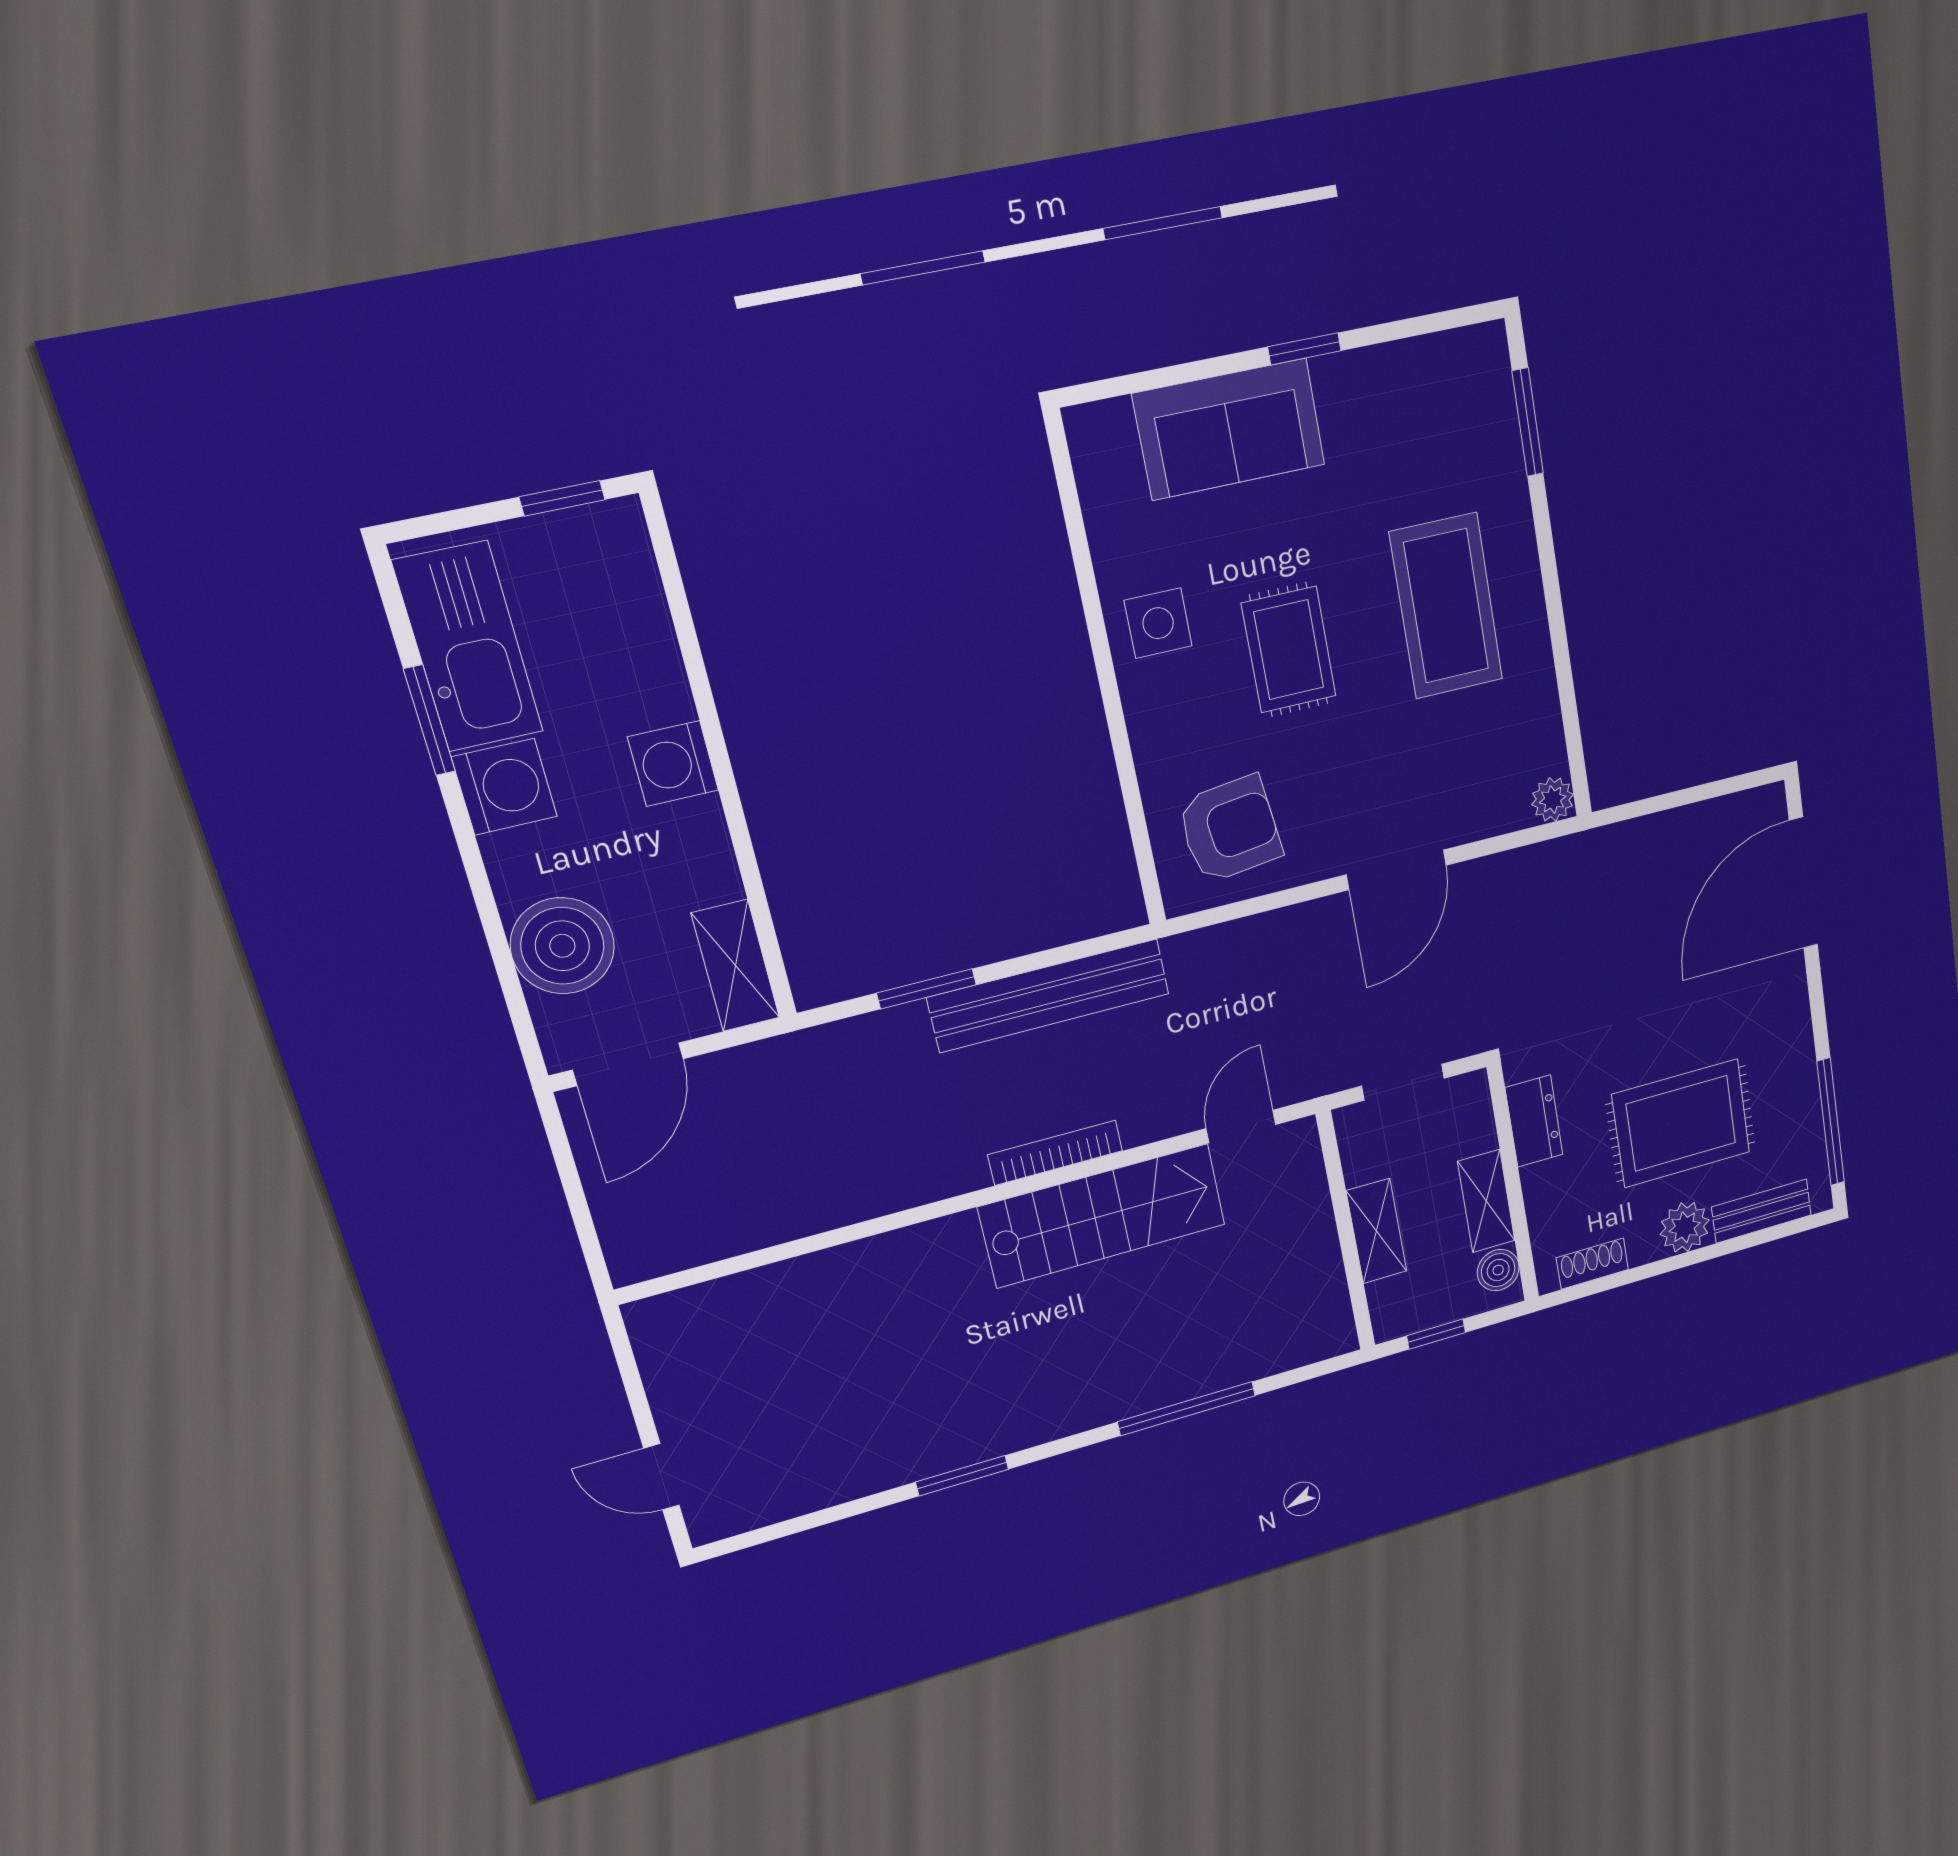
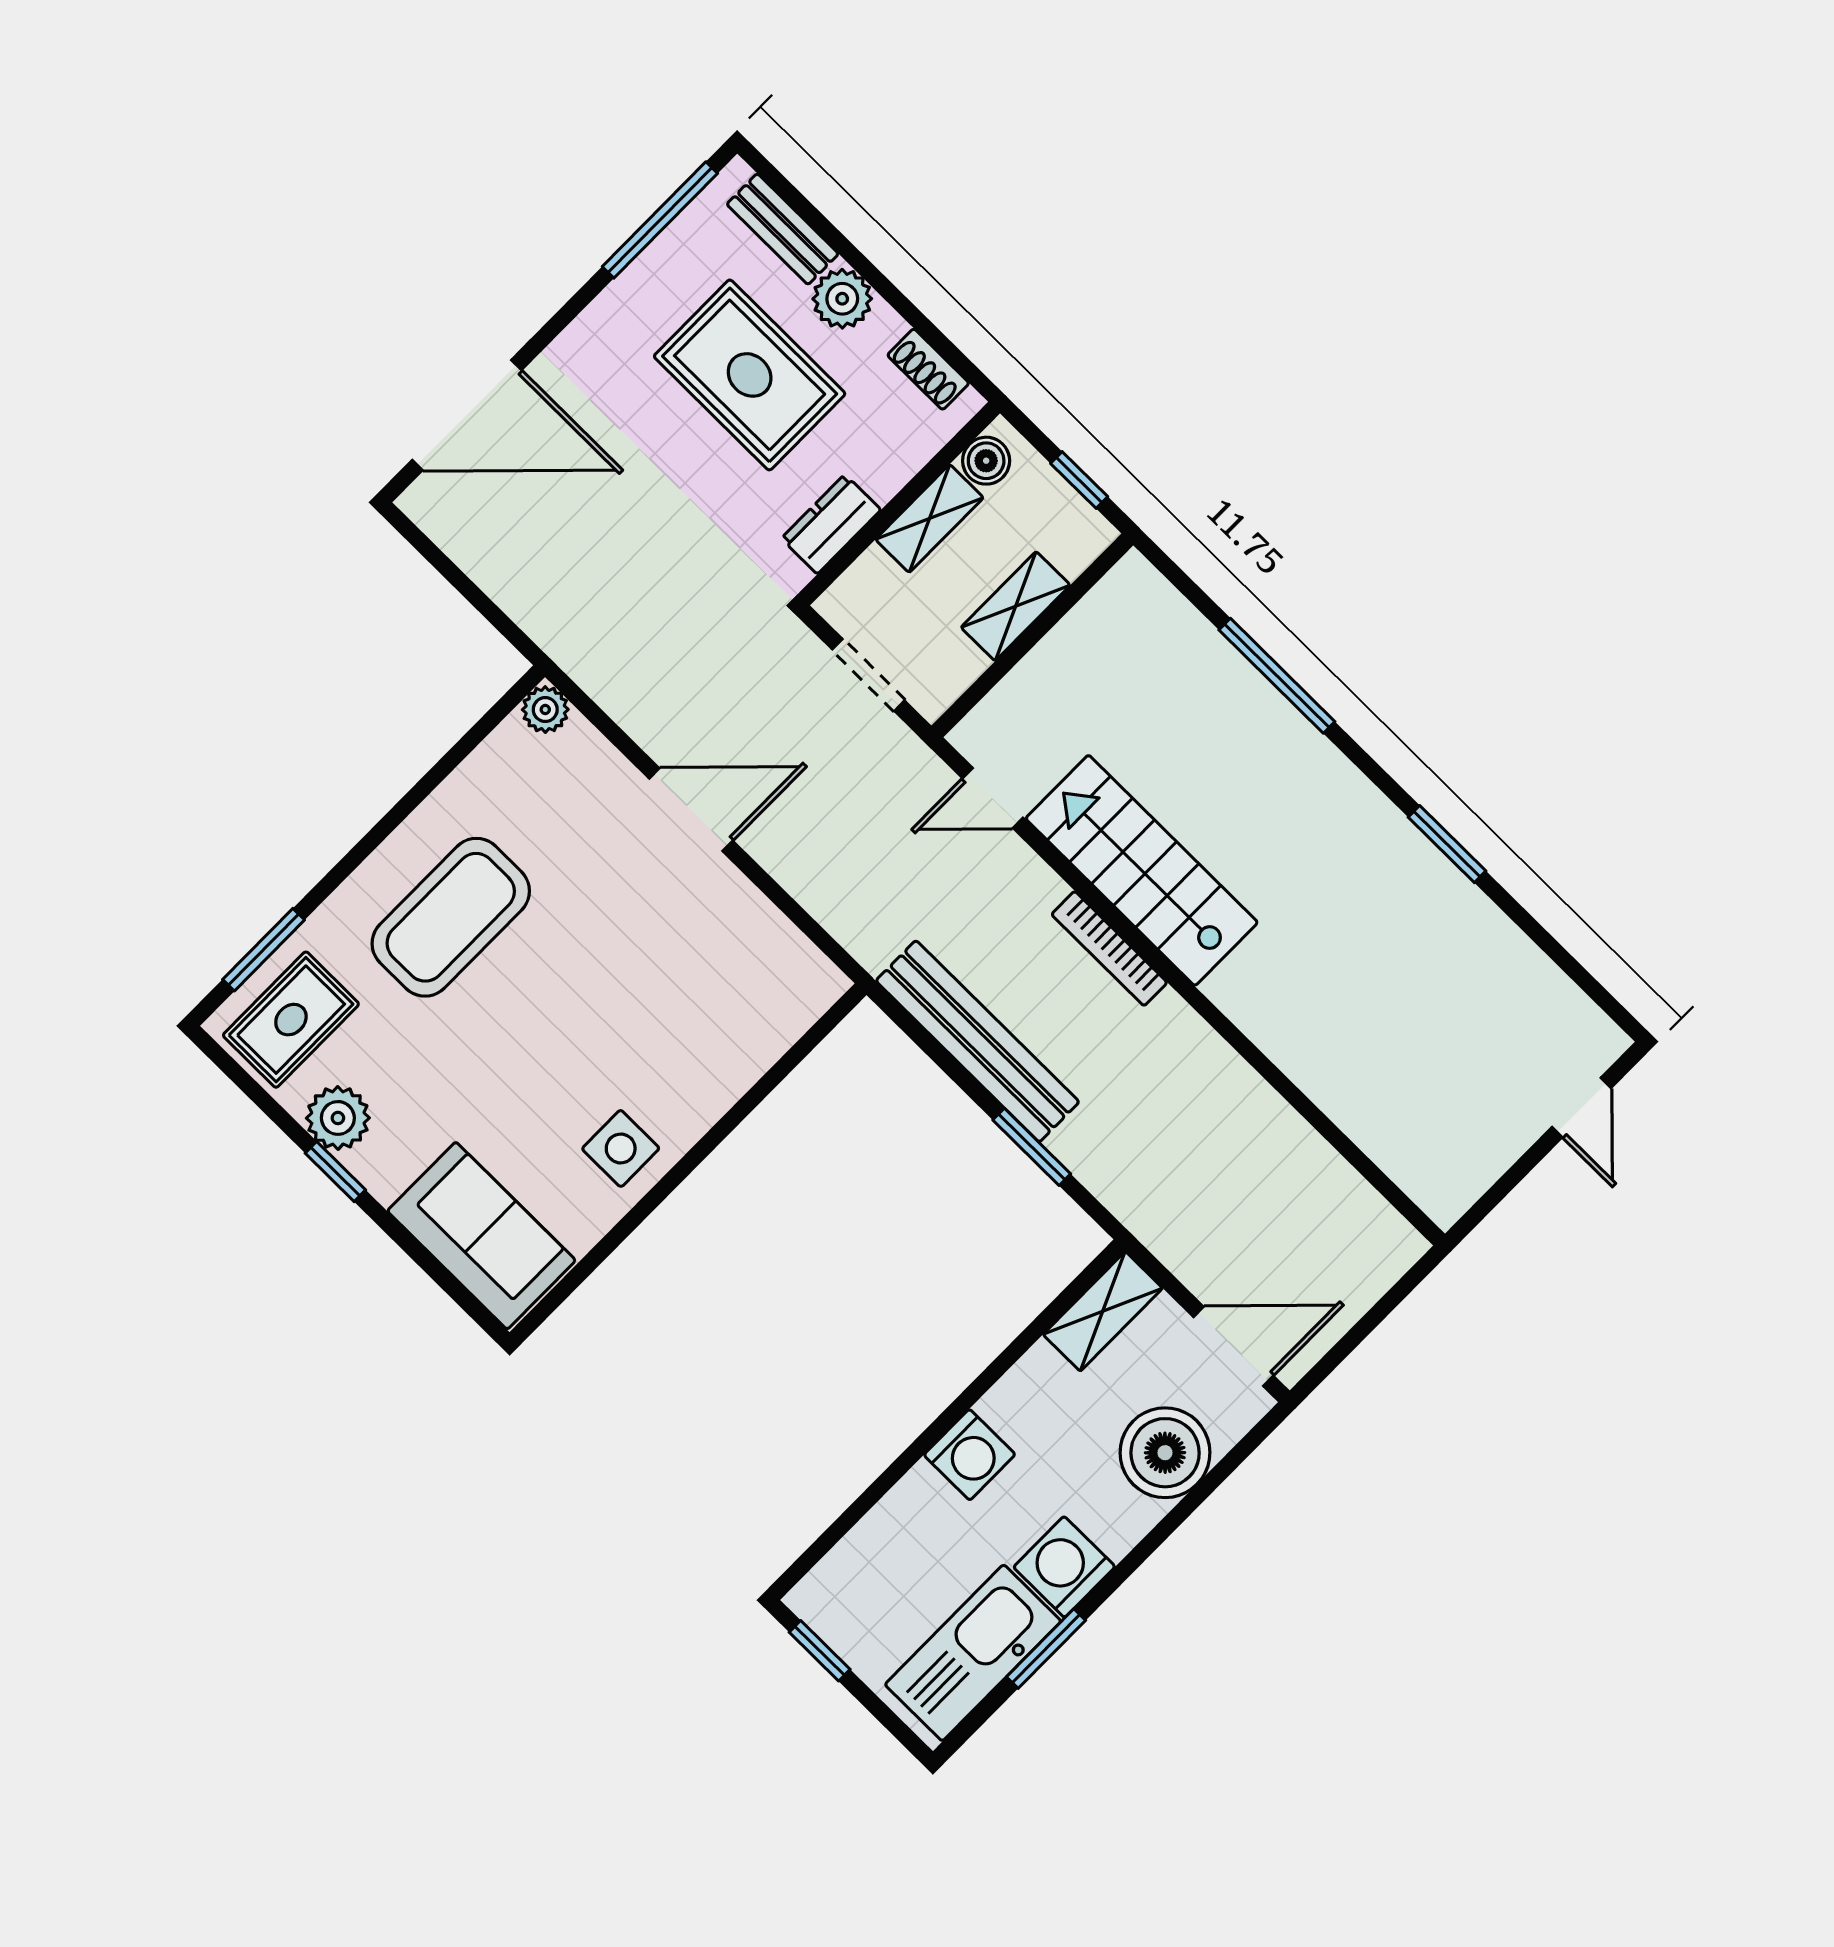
plant: (1348, 385) -> (338, 1118), added
sofa: (1229, 429) -> (481, 1236), moved
rug: (1289, 650) -> (291, 1020), moved
armchair: (1230, 829) -> (747, 979), removed

